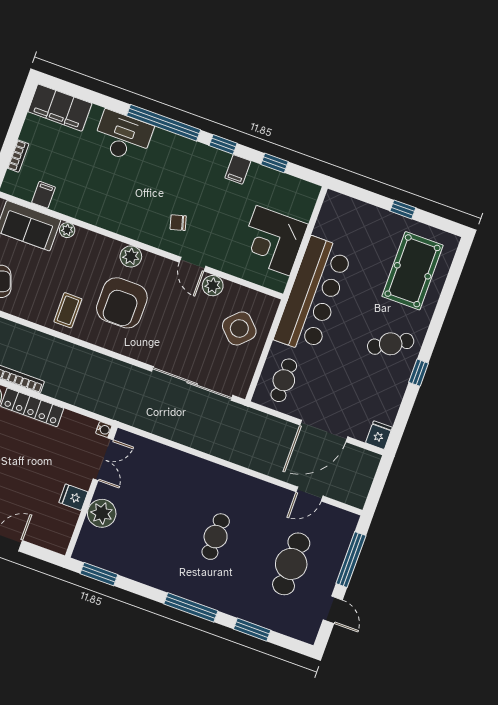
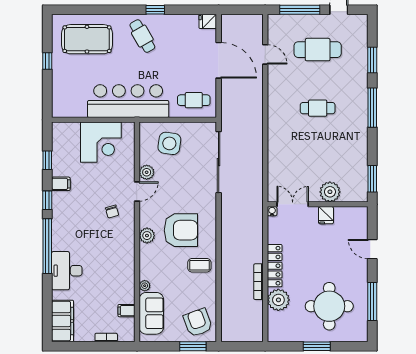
side table: (239, 328) -> (169, 143), turned -37

